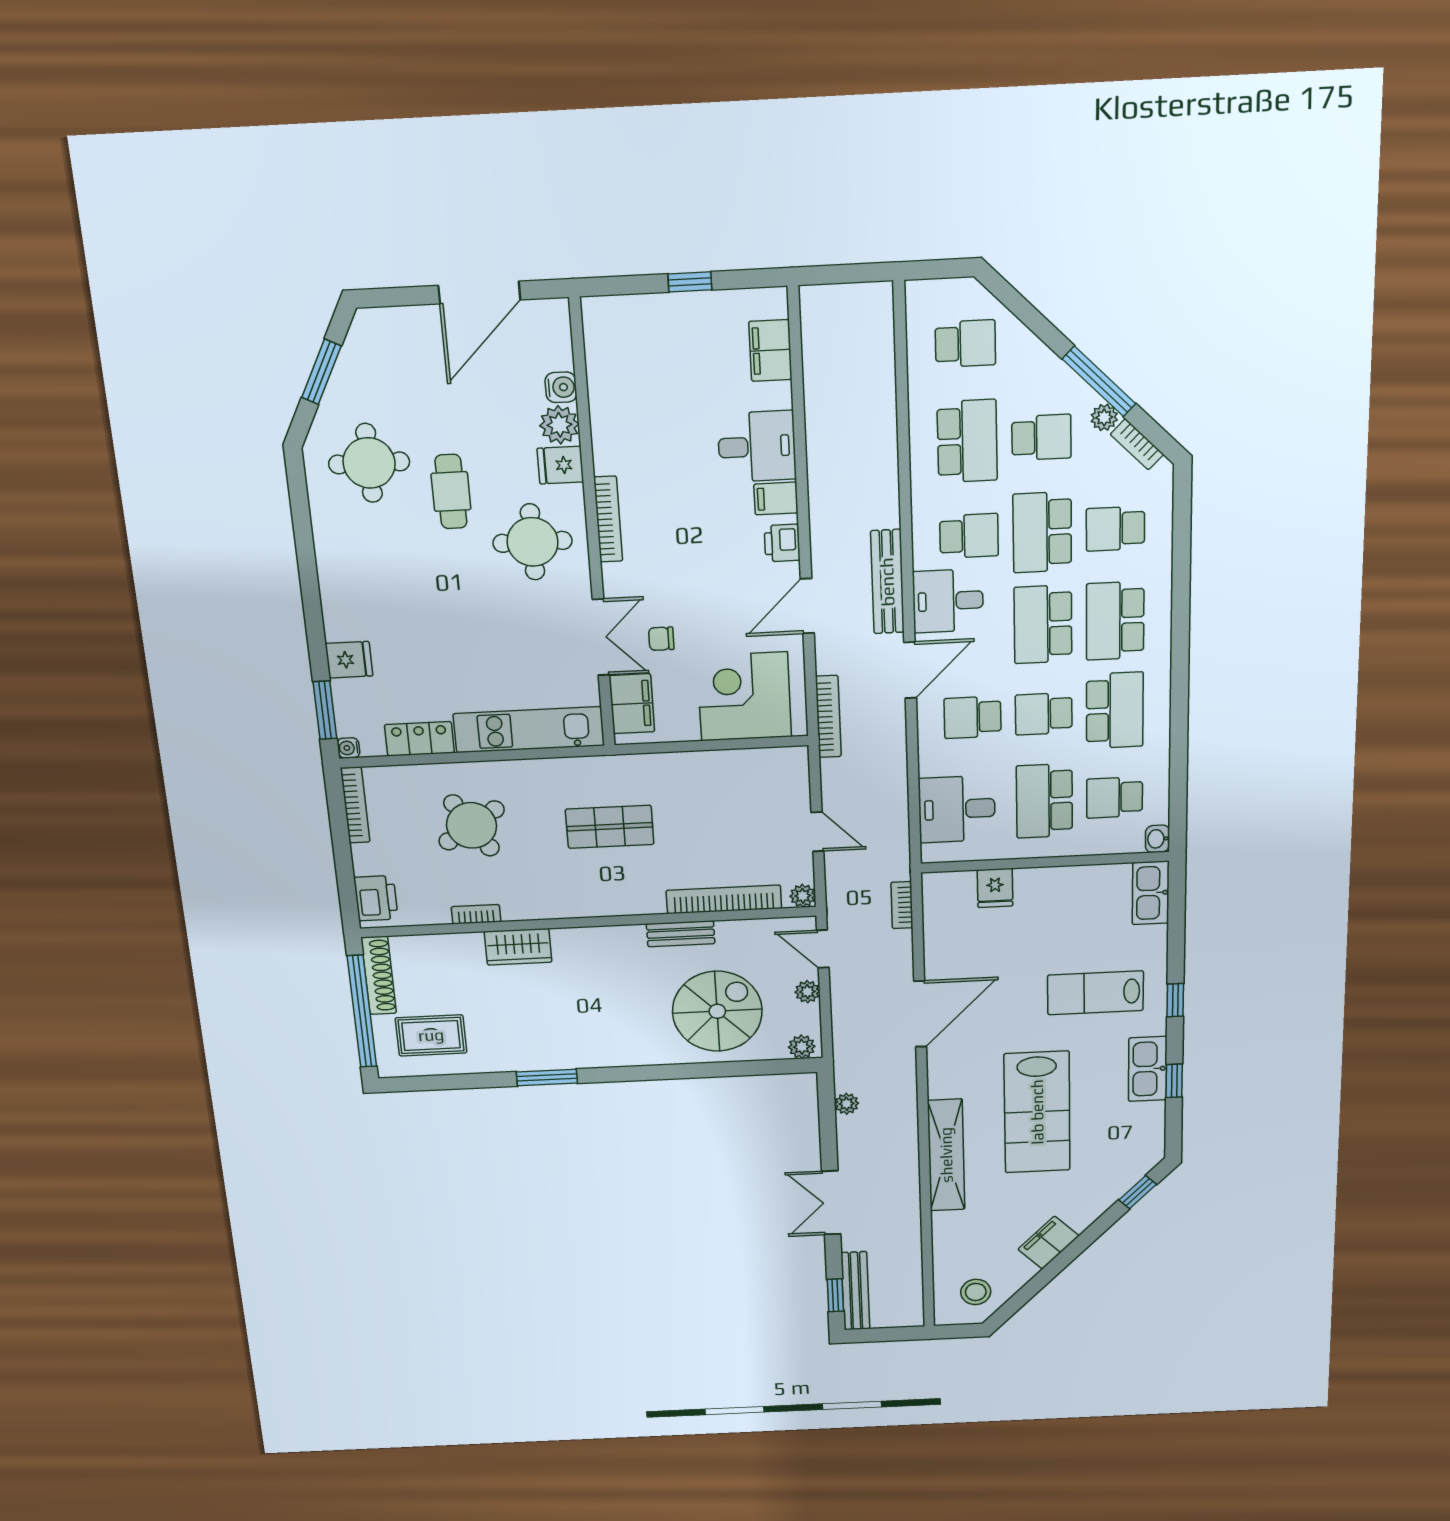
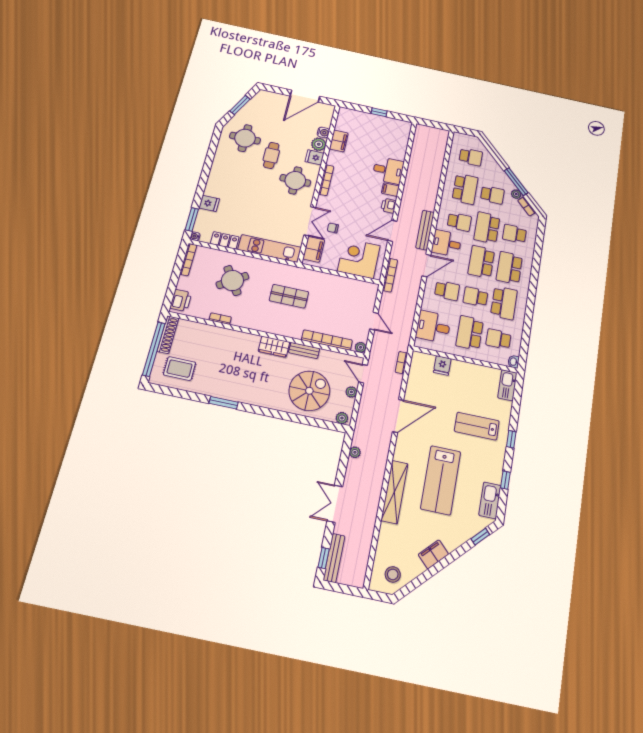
filing cabinet: (770, 350) -> (339, 141), moved, turned 180
school desk: (973, 717) -> (447, 291), turned 180
wardrobe: (518, 947) -> (274, 347), moved
kitchen sink: (1148, 1069) -> (490, 500), moved

